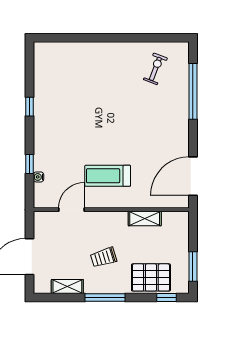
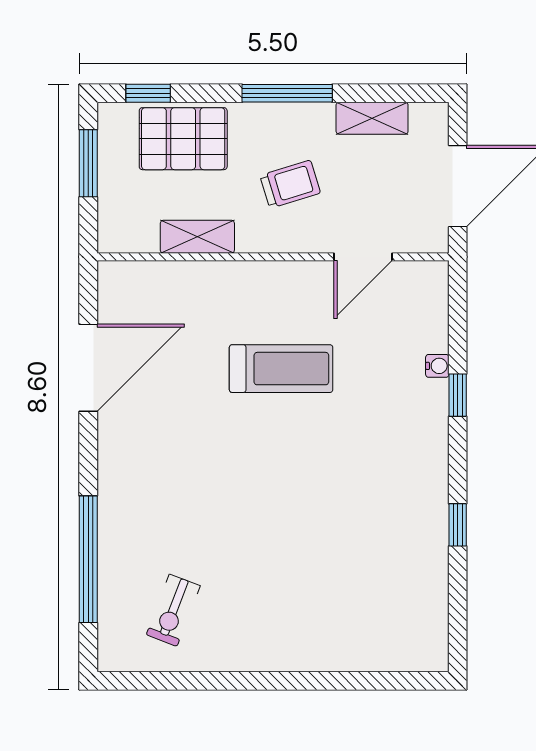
door: (71, 210) -> (363, 257), moved
wall: (111, 210) -> (273, 257), moved
shelving: (145, 219) -> (197, 237), moved

